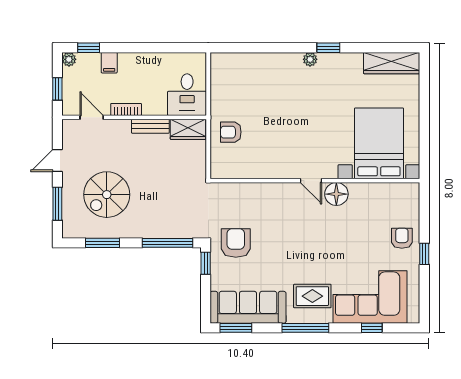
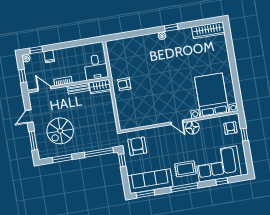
bed with nightstands: (379, 143) -> (212, 95), moved
door: (311, 181) -> (177, 122), moved
wall: (315, 181) -> (179, 122), moved
floor lamp: (336, 194) -> (192, 127), moved

